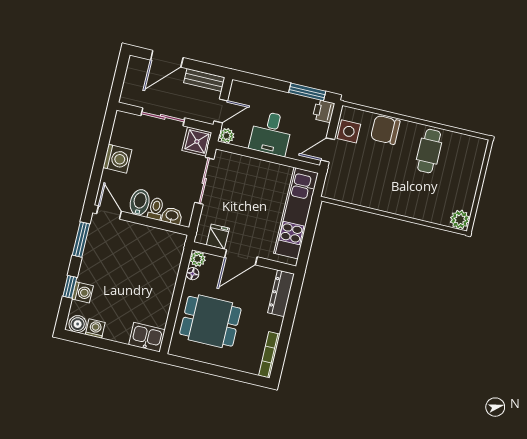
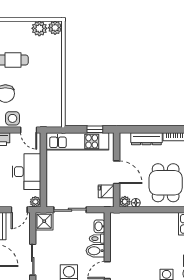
door: (221, 111) -> (19, 210), swing flipped
sliding door: (163, 117) -> (33, 260), moved
desk: (271, 133) -> (26, 172), width x1.37
plant: (464, 198) -> (39, 28), added
window: (307, 241) -> (95, 129), added
dresser: (281, 293) -> (146, 139), moved

